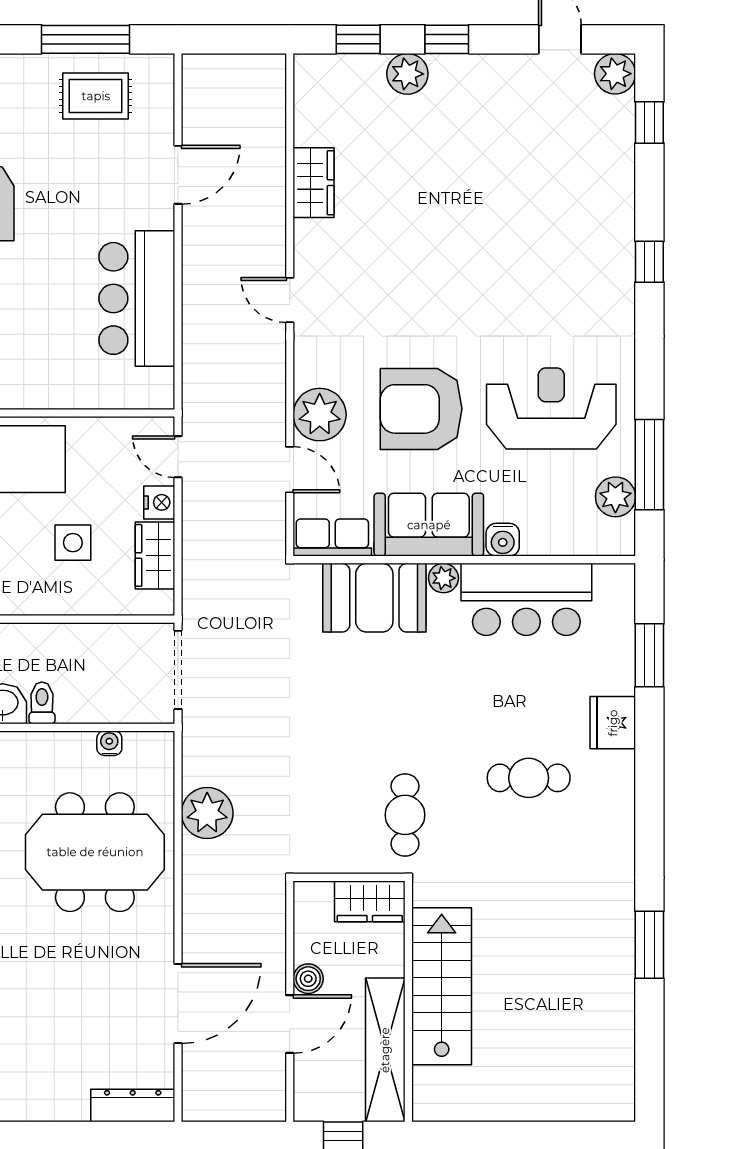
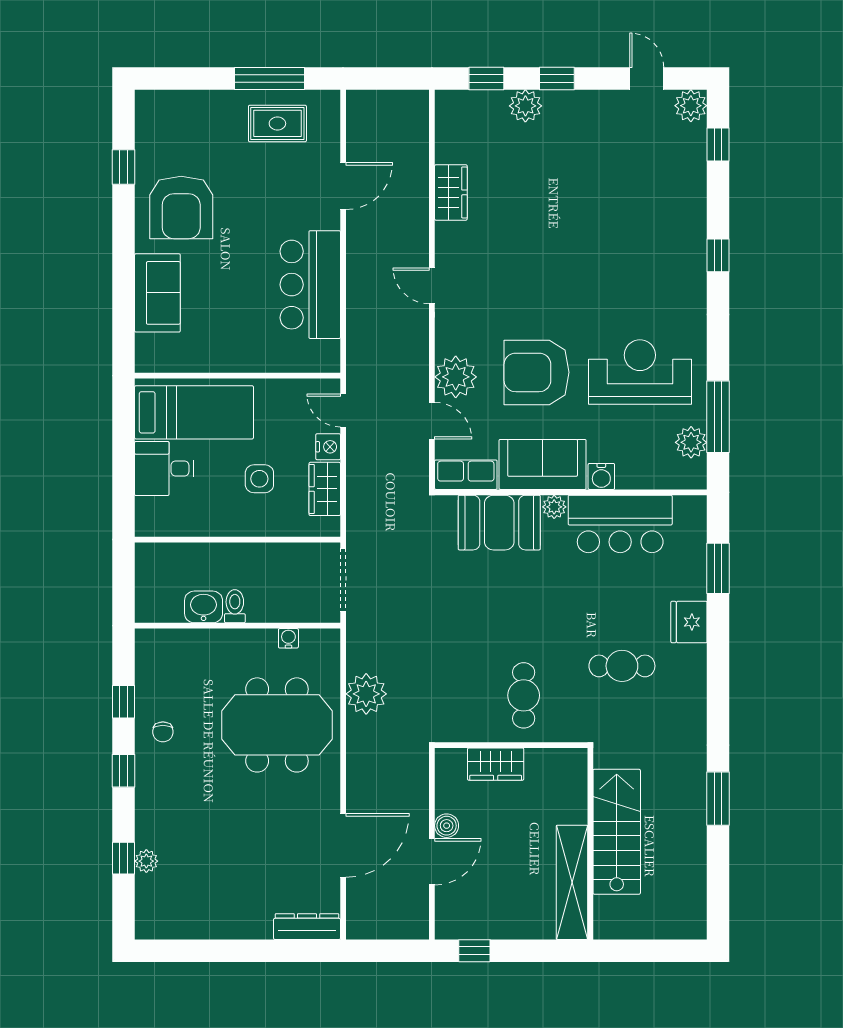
stairs: (442, 986) -> (617, 832), moved
wall: (408, 1001) -> (590, 844), moved
shelving: (385, 1050) -> (572, 882), moved

